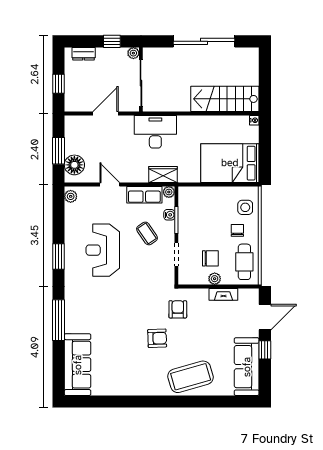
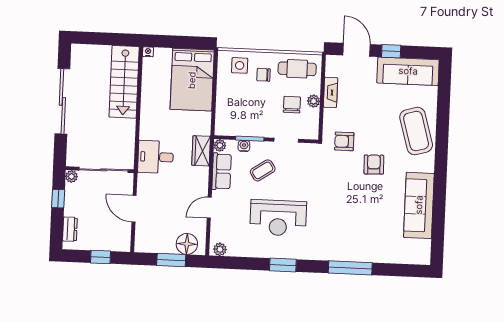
desk: (155, 132) -> (156, 157), width x0.73
sofa: (78, 365) -> (419, 205), moved, turned -90

